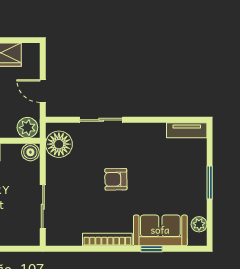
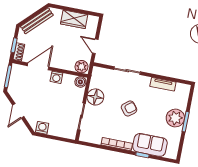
tv unit: (187, 130) -> (163, 84), moved
floor lamp: (59, 144) -> (95, 97), moved
armchair: (116, 179) -> (129, 109), turned 143
plant: (199, 224) -> (175, 118), moved, width x1.88, depth x1.88

